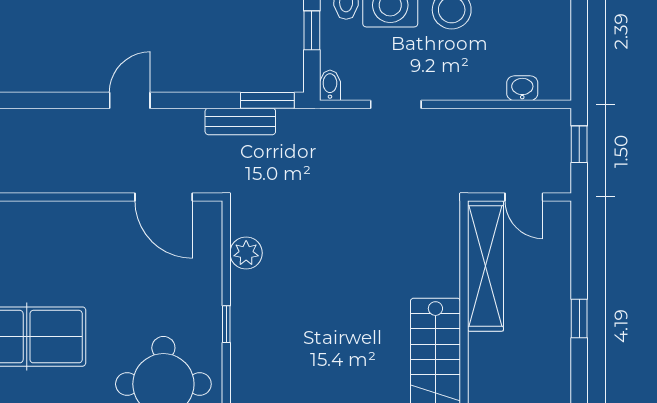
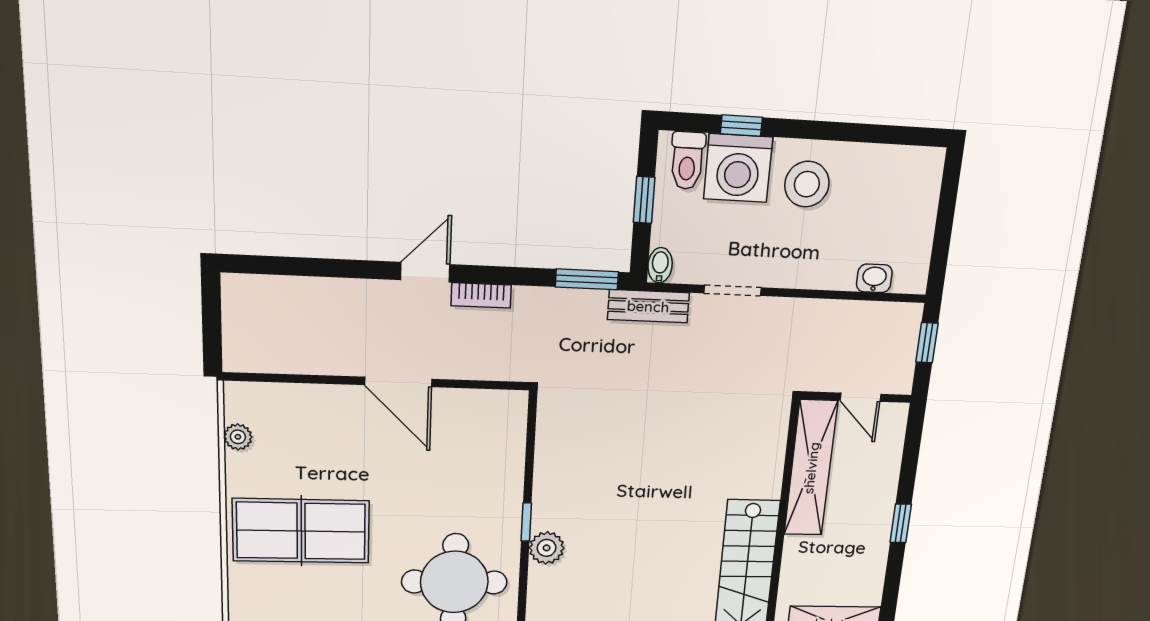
bookcase: (178, 118) -> (481, 295), added
bench: (240, 121) -> (648, 306), moved
door: (164, 197) -> (398, 382), moved
plant: (246, 253) -> (547, 548), moved

